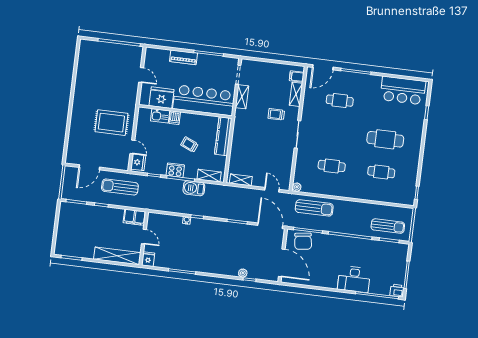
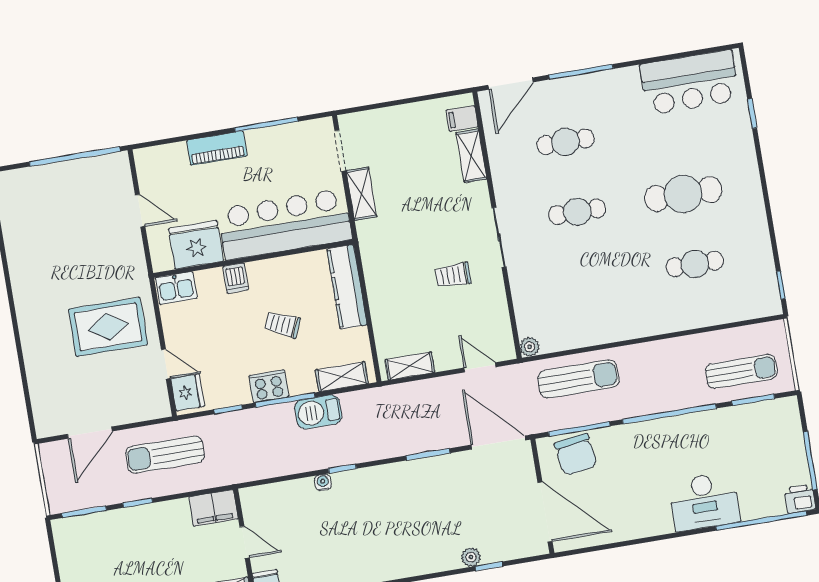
trolley: (276, 114) -> (453, 275), moved
kitchen sink: (160, 116) -> (176, 288), moved
cafe table: (332, 166) -> (577, 212), moved

